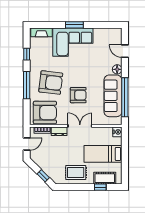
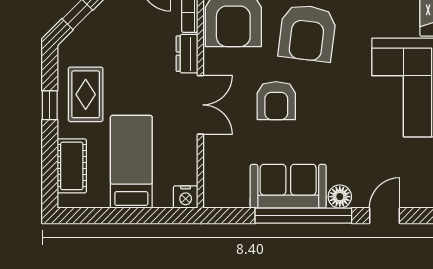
sofa: (113, 96) -> (288, 186), width x0.73
window: (125, 97) -> (303, 216), moved
window: (100, 187) -> (50, 105), moved

